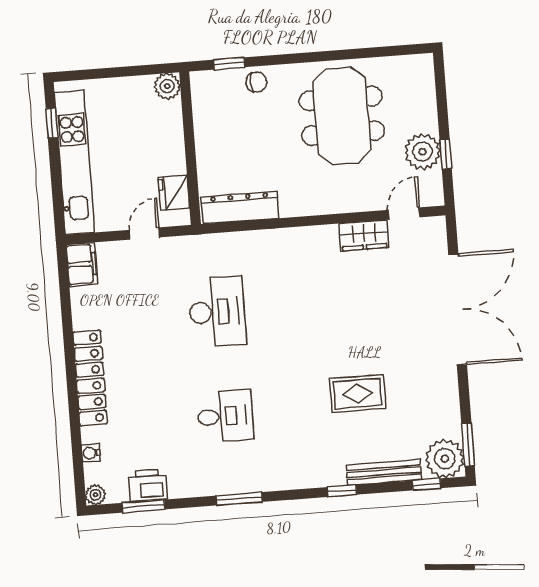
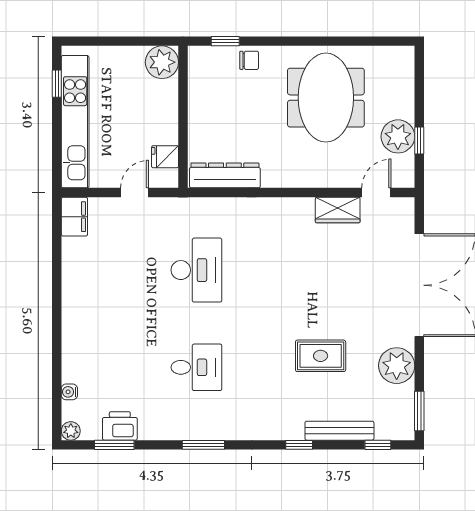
plant: (167, 86) -> (162, 62), width x1.36, depth x1.36
fridge: (174, 193) -> (165, 157), width x0.72
locker: (90, 378) -> (74, 322), removed
plant: (445, 459) -> (397, 366), moved

